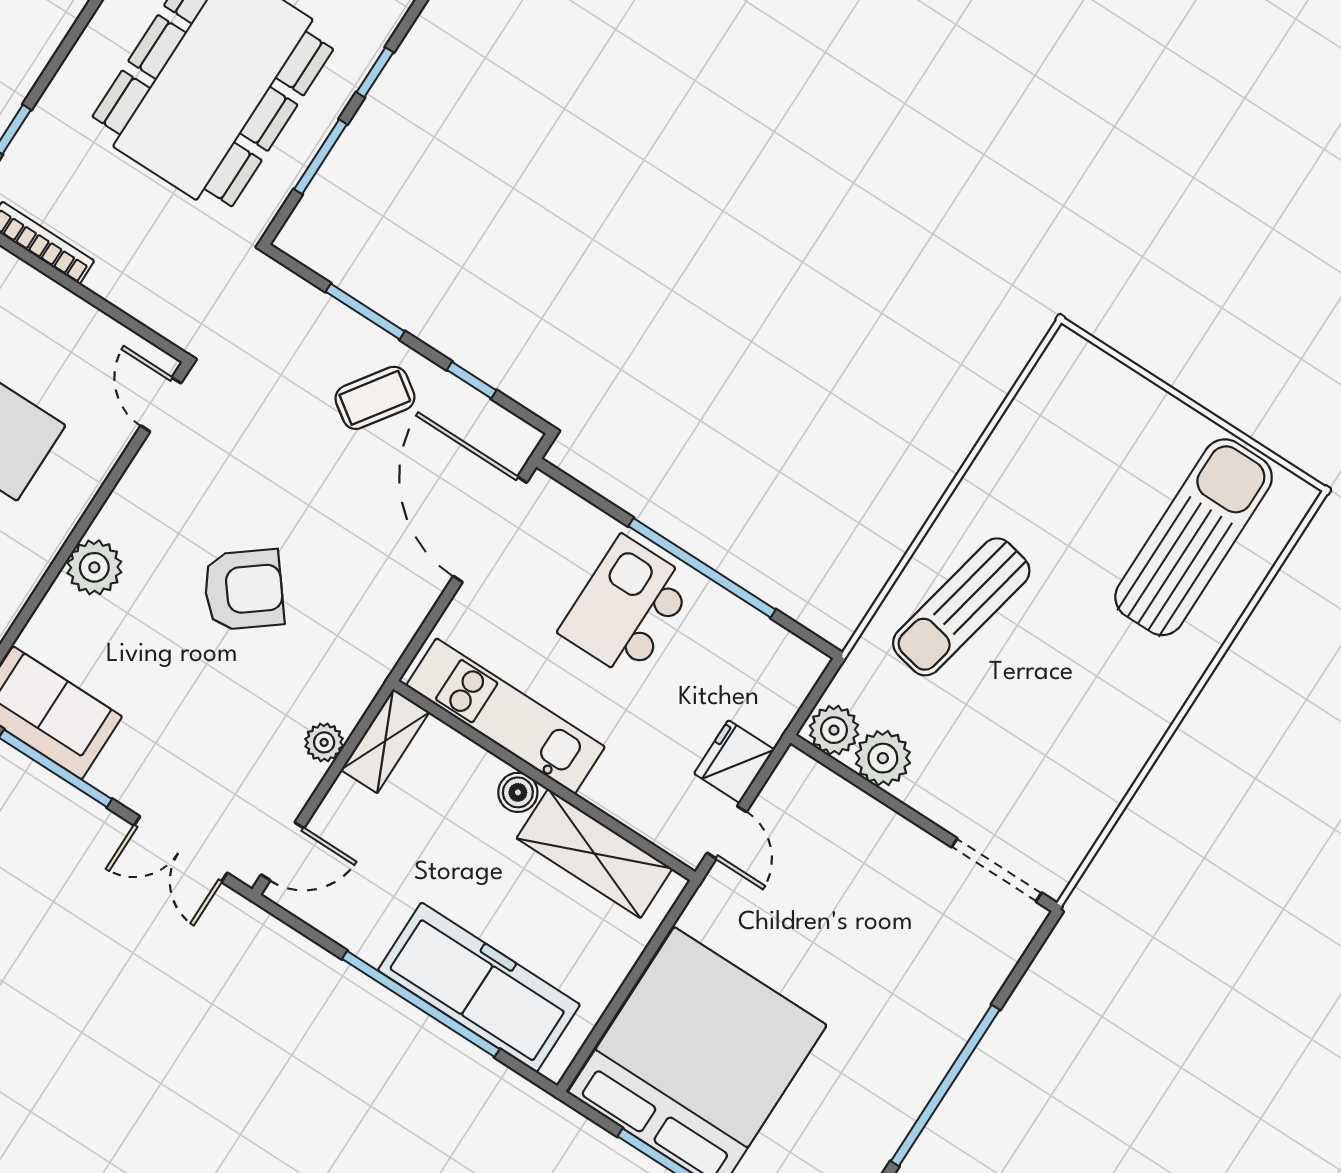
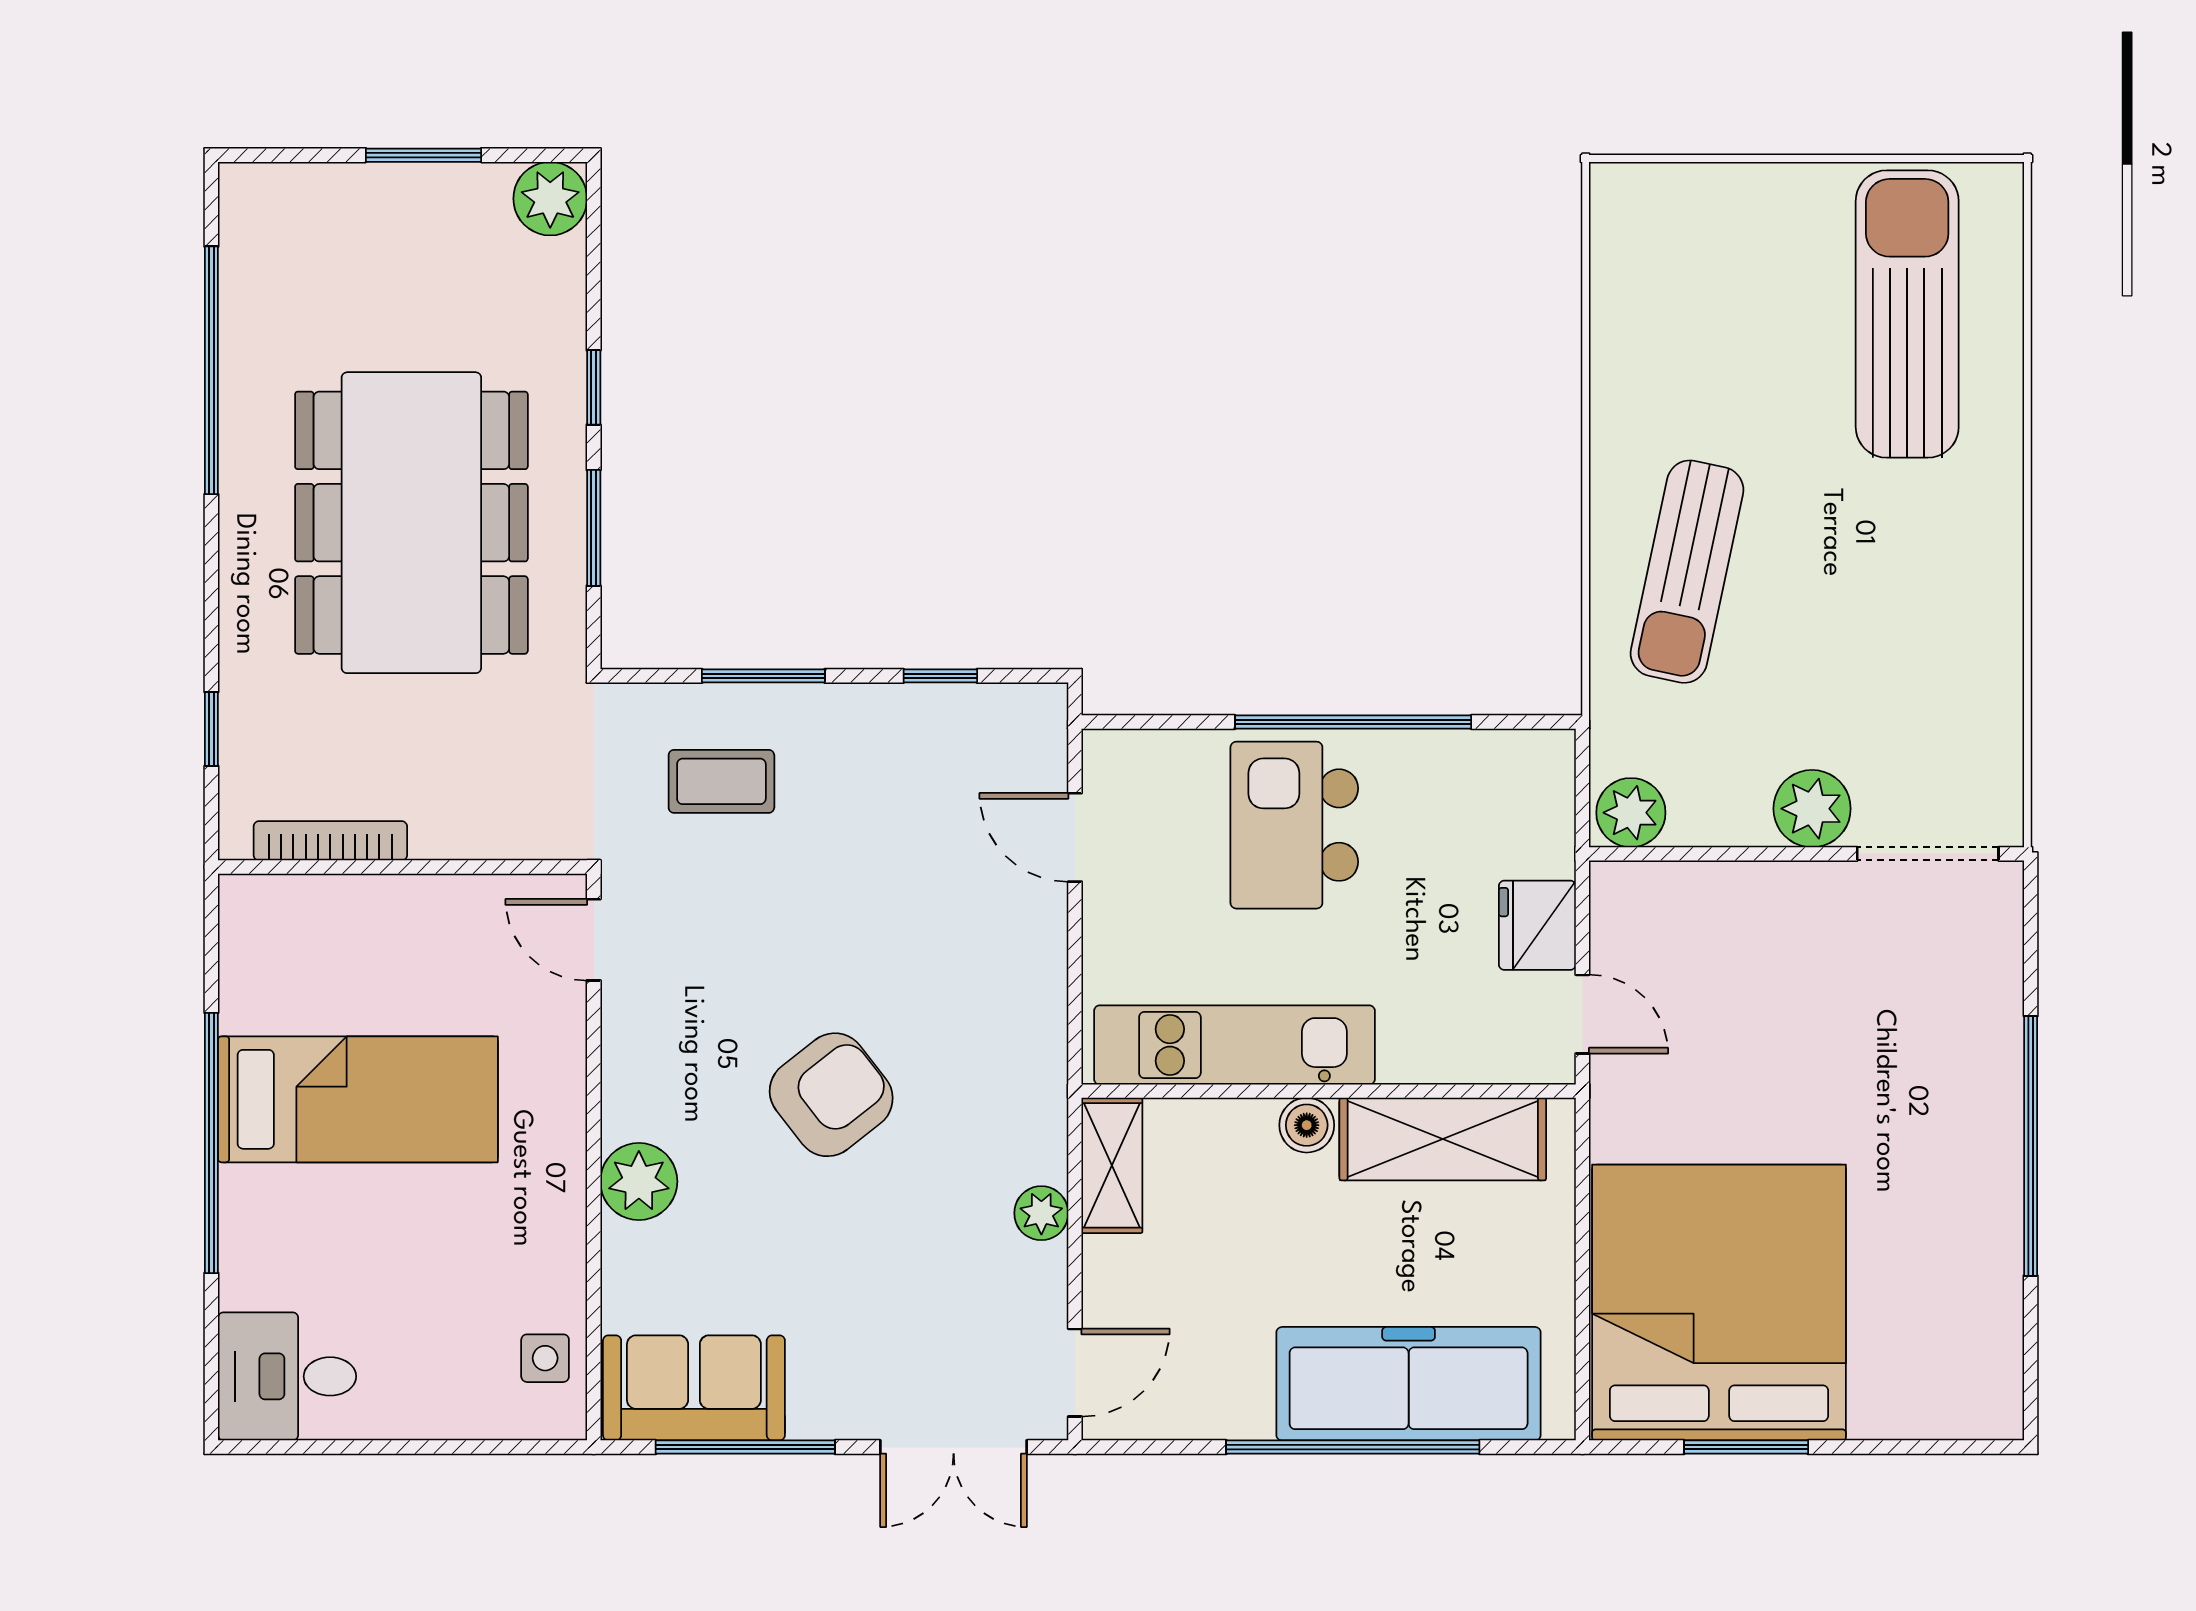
coffee table: (375, 398) -> (721, 781), moved, turned 55
door: (490, 529) -> (1075, 837), width x0.53
plant: (883, 758) -> (1812, 809), moved

